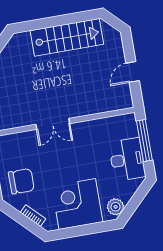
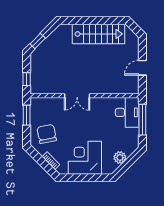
desk: (127, 160) -> (127, 112), moved
chair: (21, 181) -> (47, 134), turned -101
plant: (116, 207) -> (120, 158), moved

